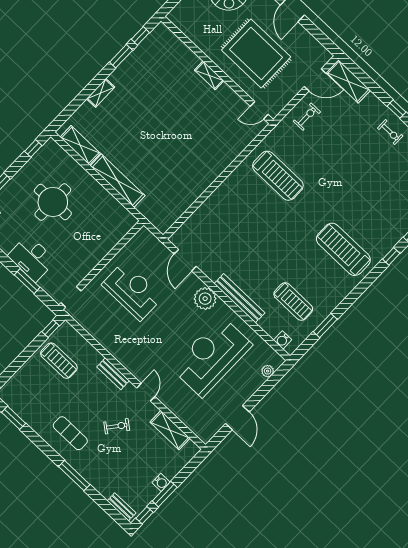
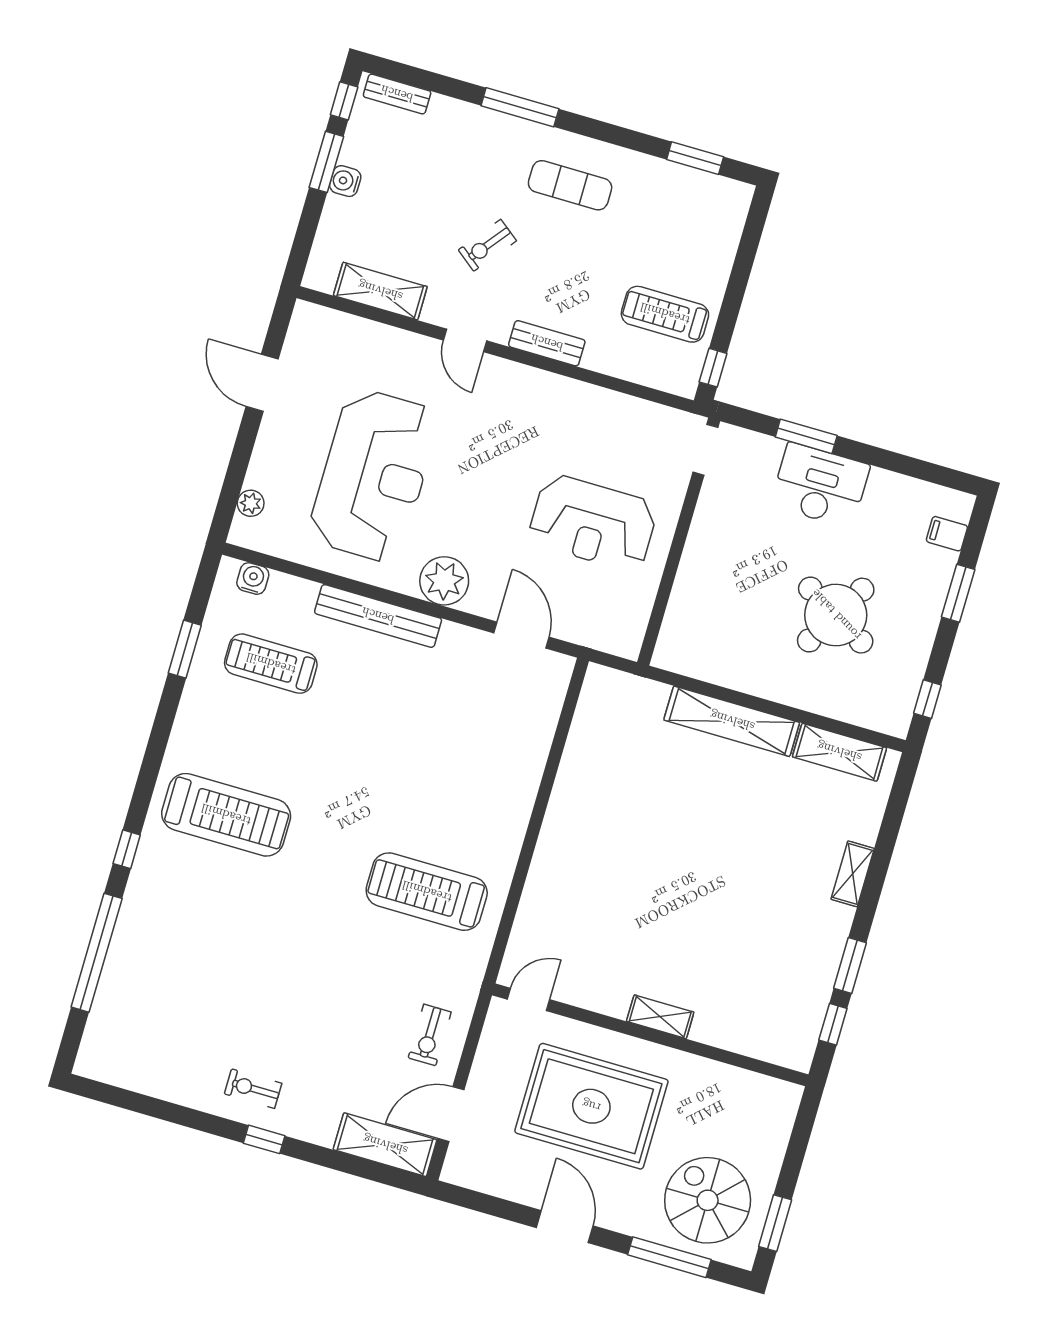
round table: (53, 202) -> (836, 615), turned 30

